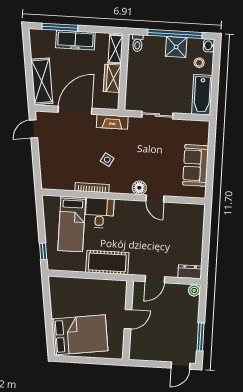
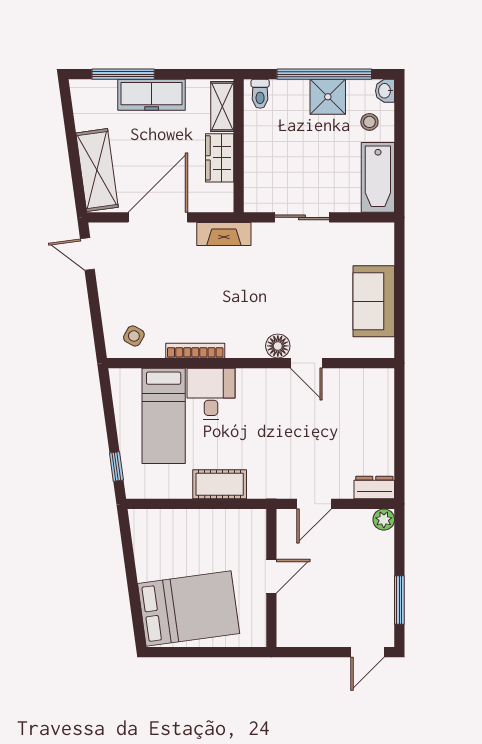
door: (34, 129) -> (87, 254), hinge flipped
side table: (107, 160) -> (134, 336), moved
cot: (107, 262) -> (220, 484), width x0.73, depth x0.75

